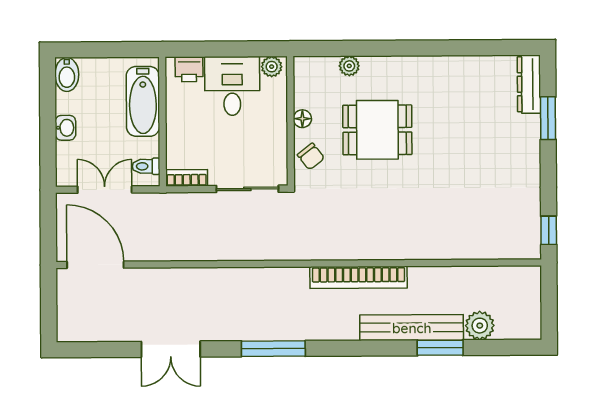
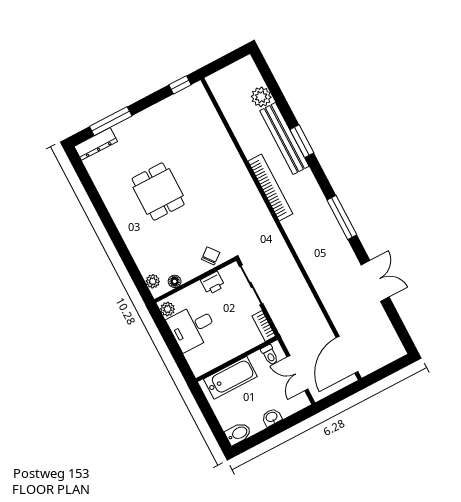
plant: (349, 66) -> (153, 281), moved
printer: (189, 69) -> (213, 283), moved, turned 90
window: (548, 118) -> (111, 121), width x1.44
floor lamp: (302, 119) -> (175, 281), moved
dining table: (377, 130) -> (158, 192), moved
window: (440, 348) -> (302, 141), moved

